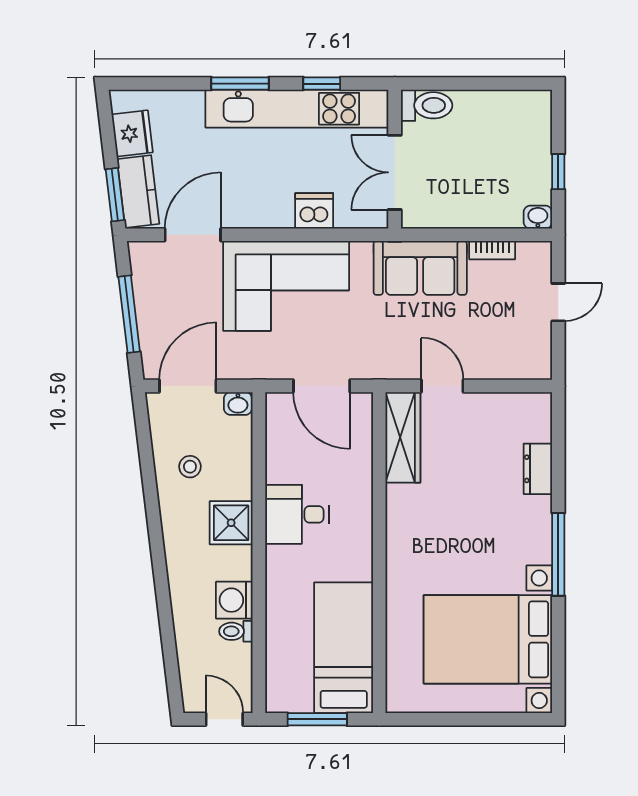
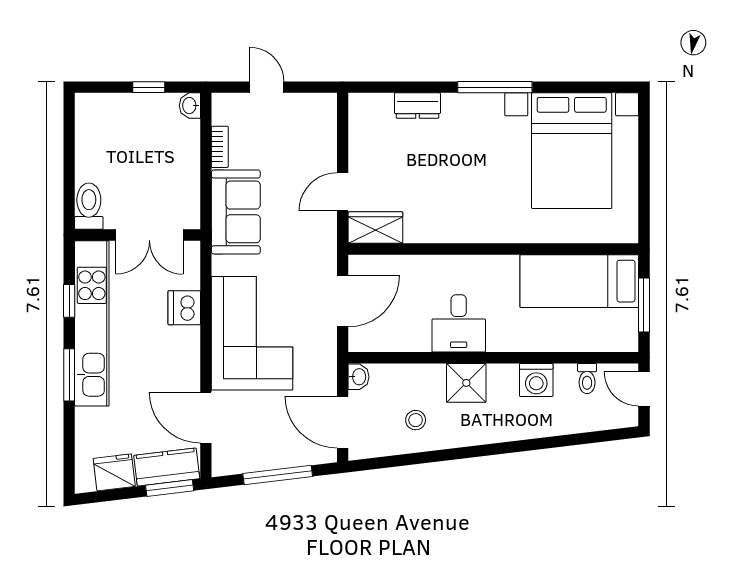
wardrobe: (403, 437) -> (375, 228), width x0.67
toilet: (236, 631) -> (587, 379), moved
door: (224, 719) -> (644, 389), hinge flipped

